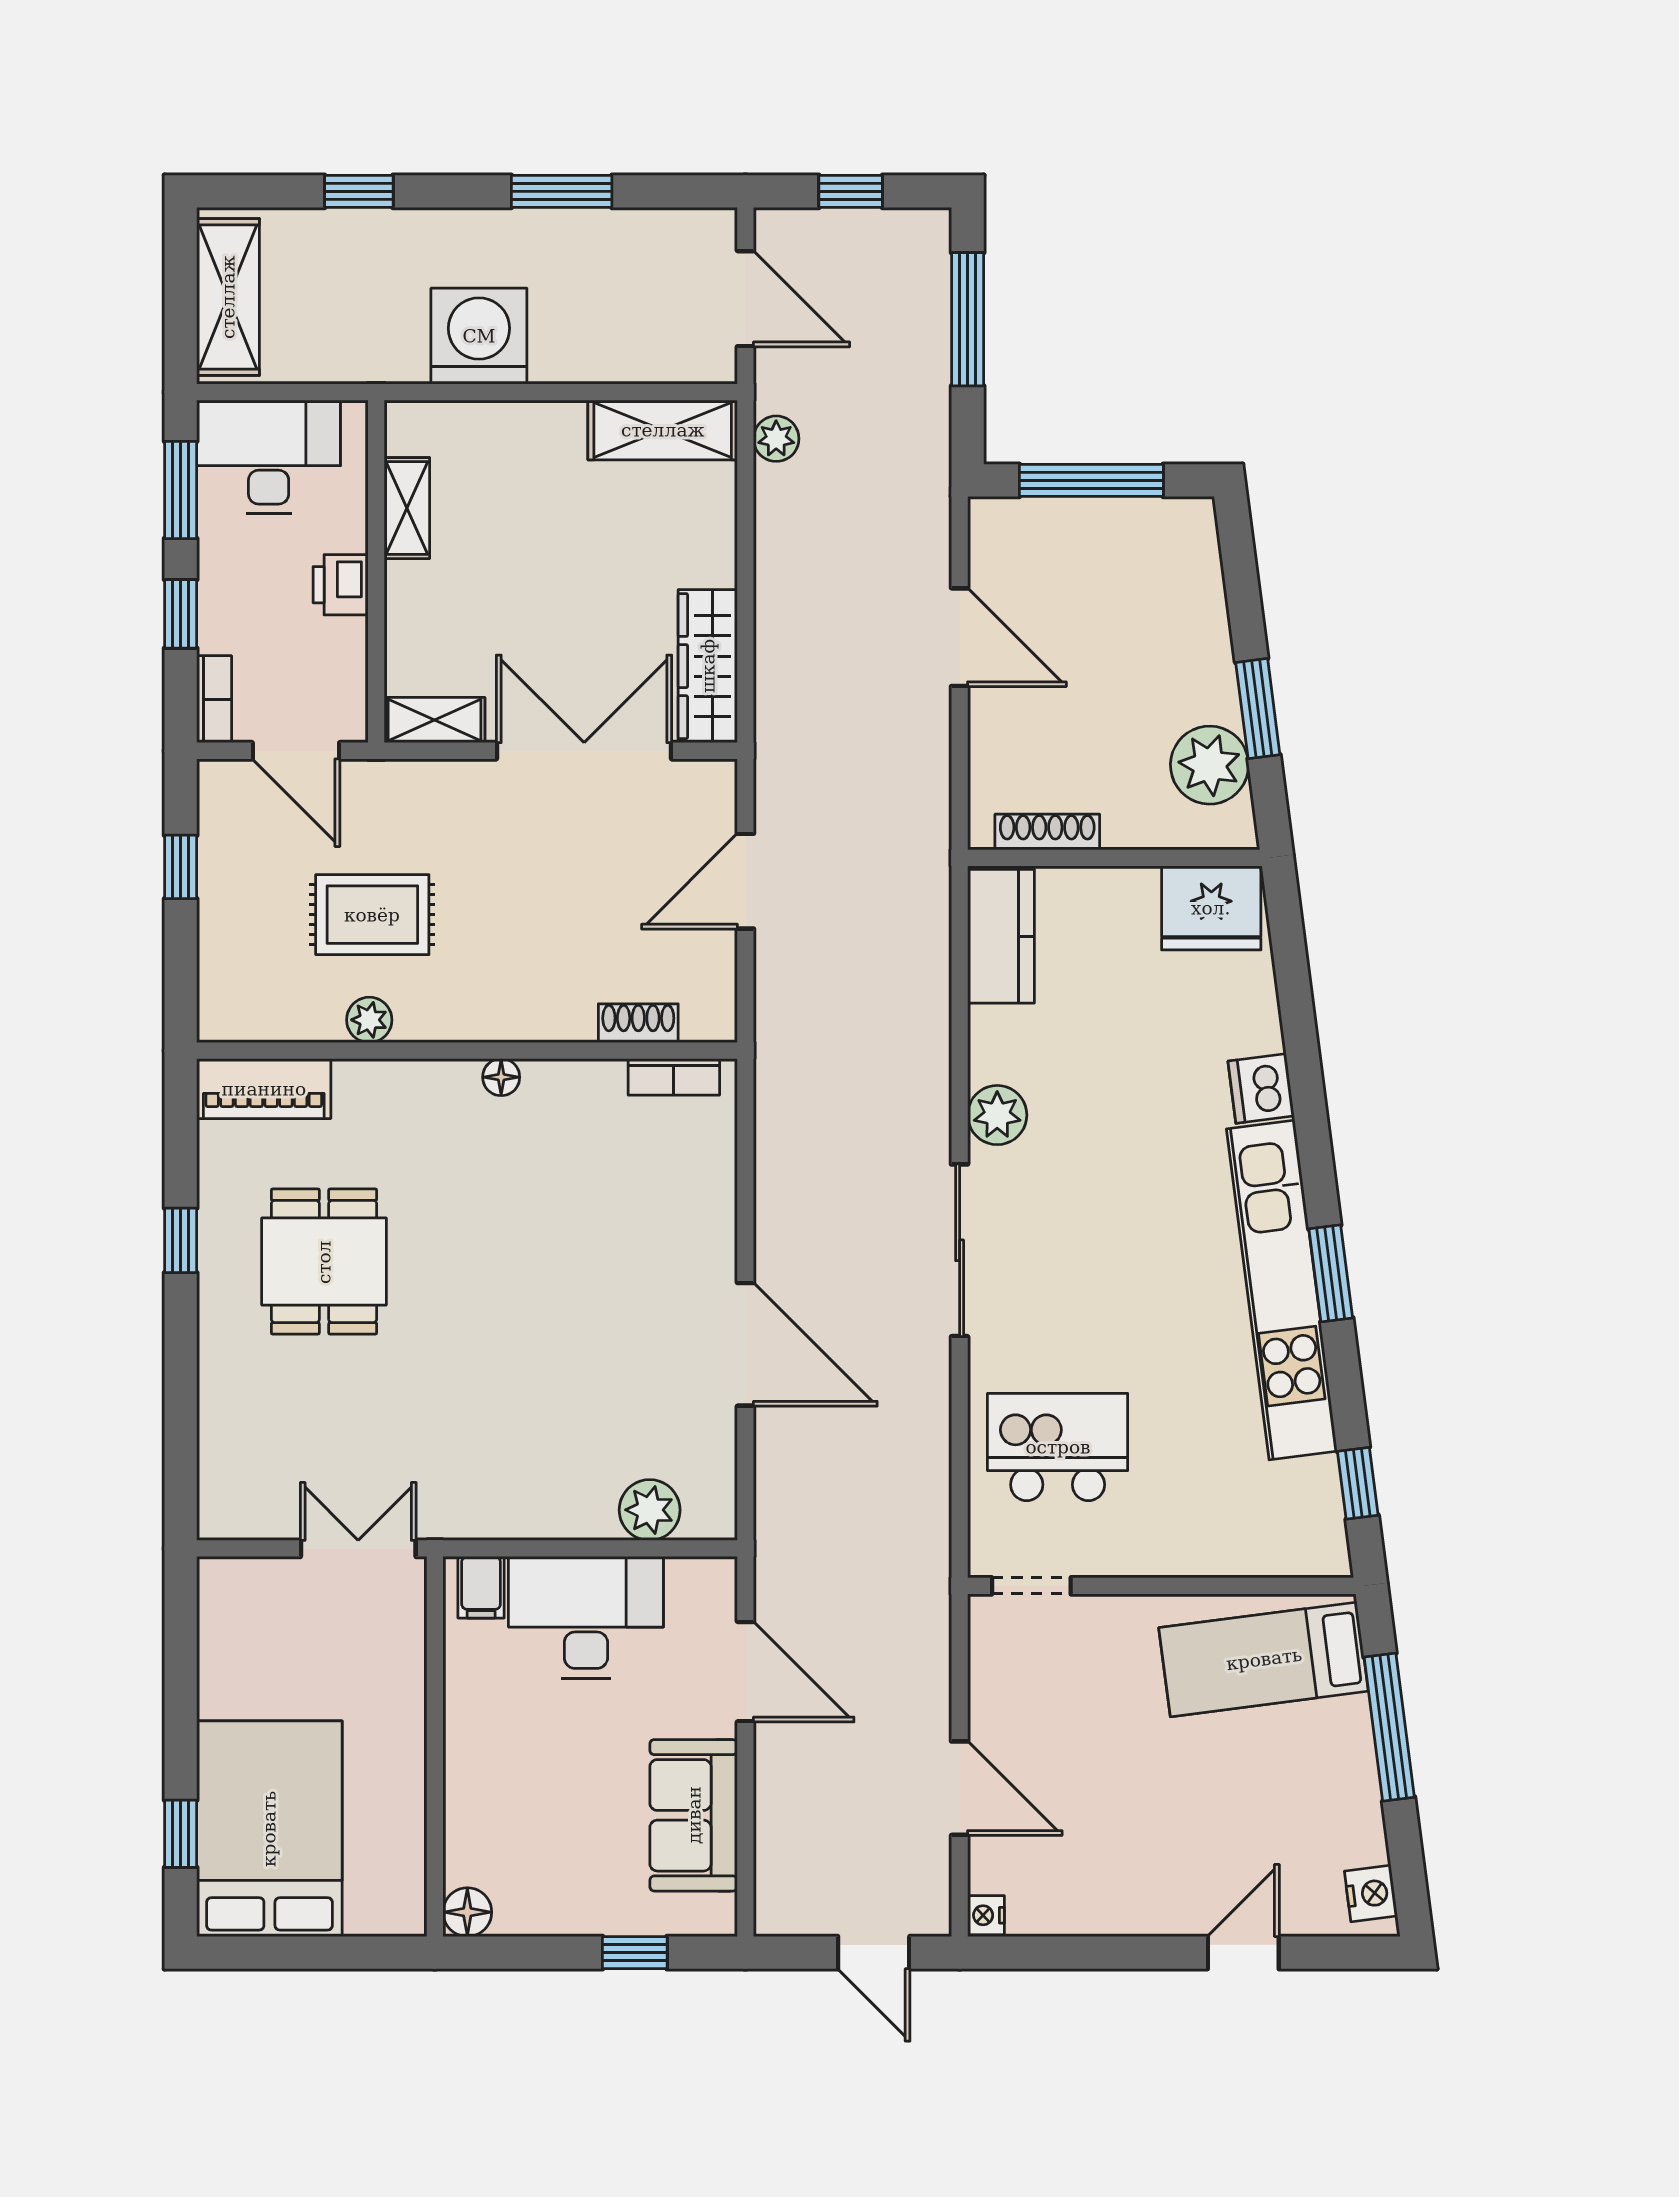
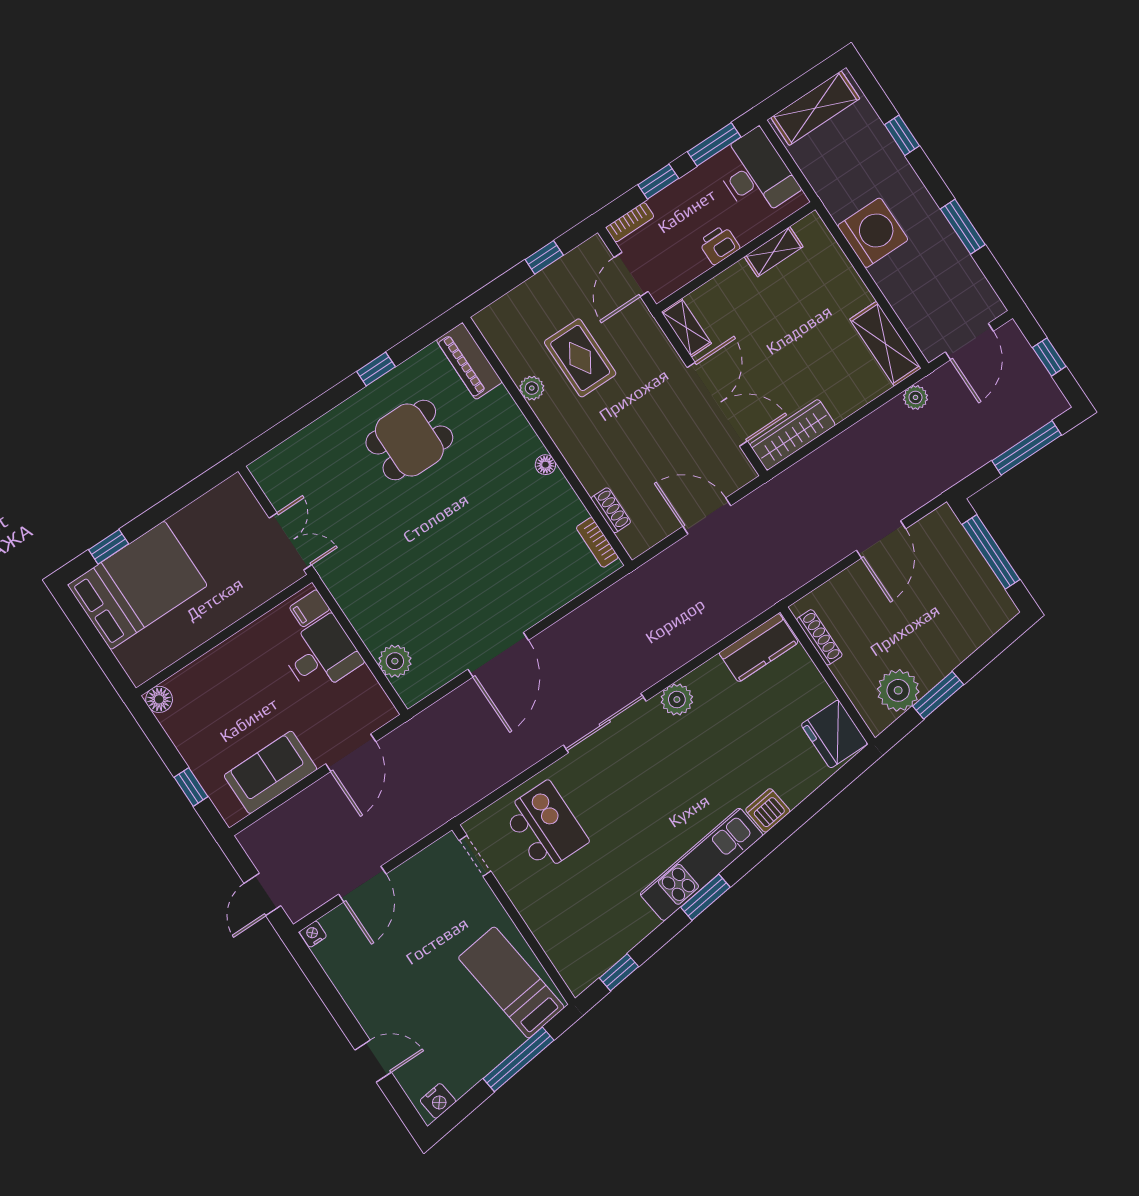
kitchen unit: (1282, 1290) -> (701, 864), width x0.73
desk: (586, 1617) -> (321, 655), width x0.73

